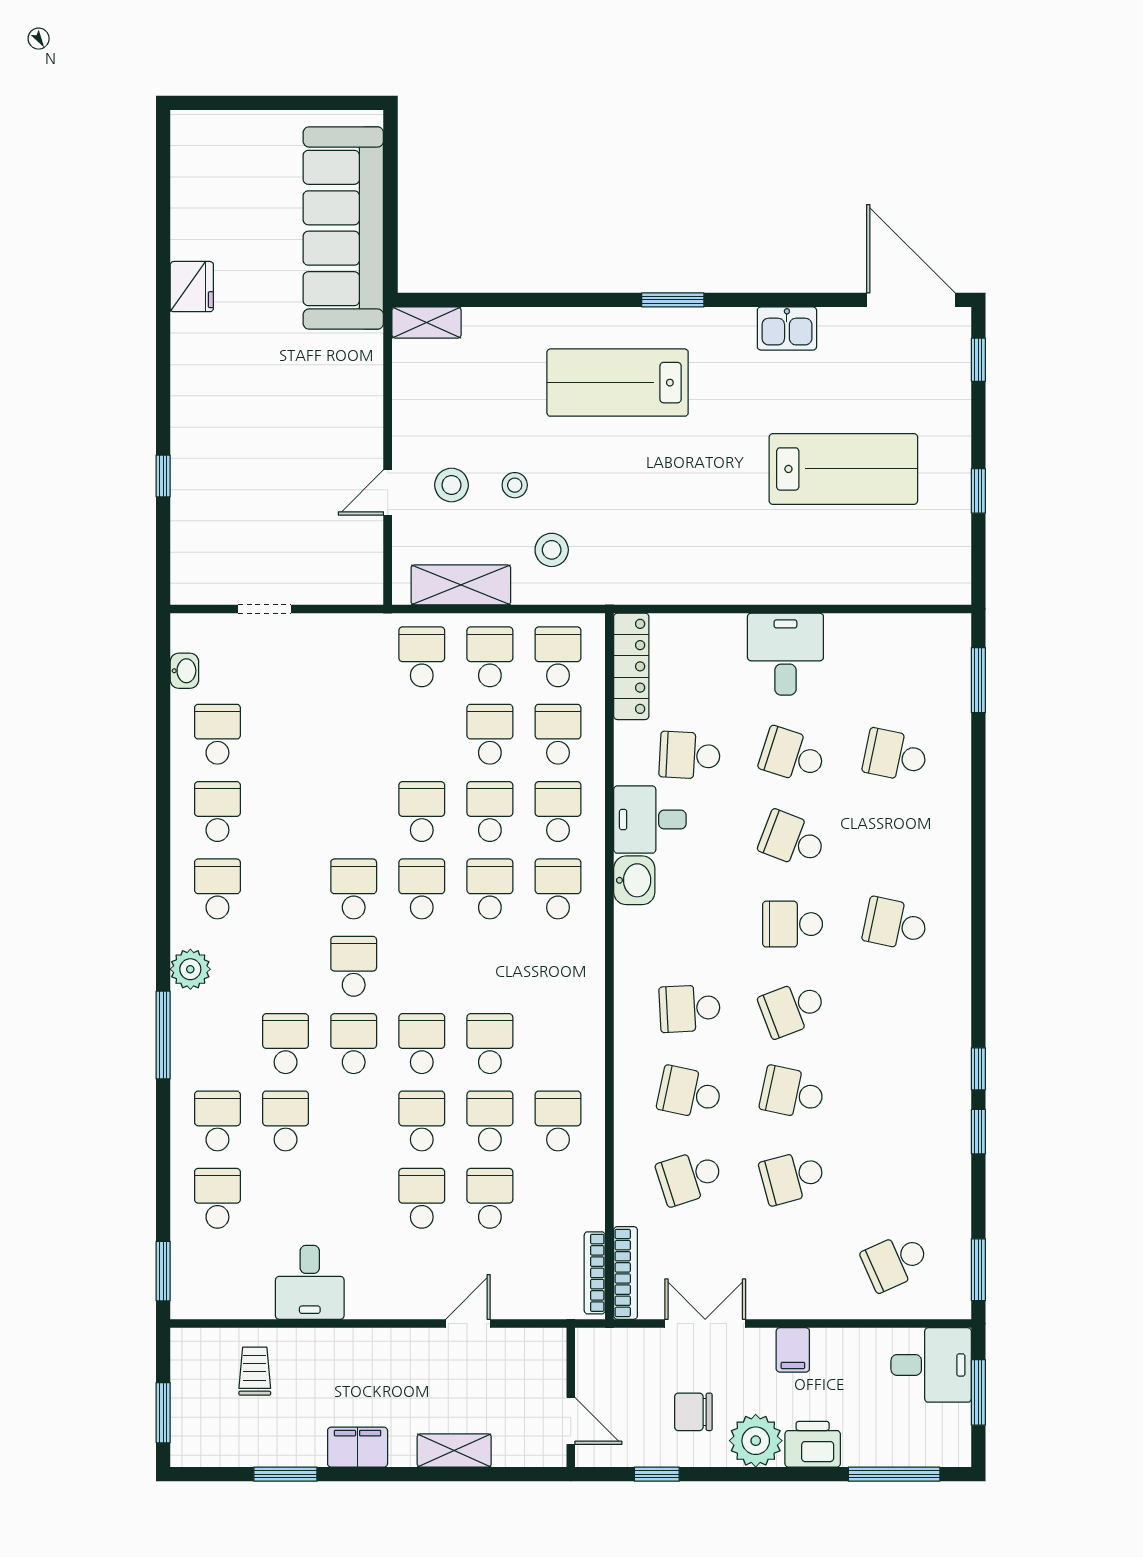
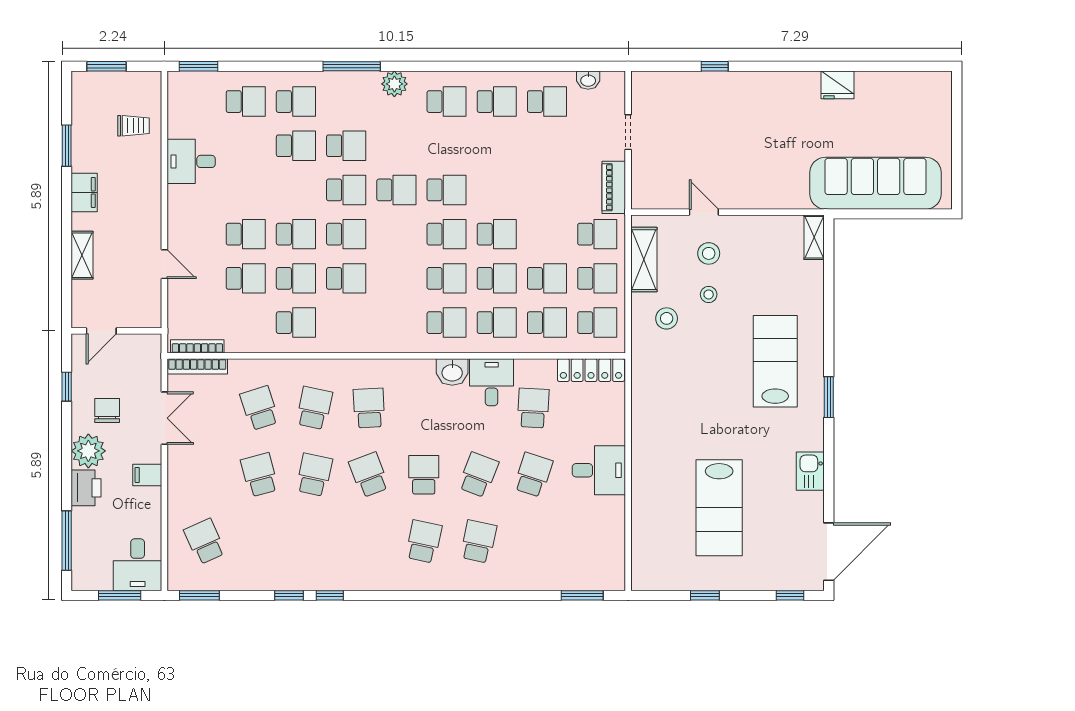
piano: (350, 631) -> (614, 187), added
school desk: (895, 755) -> (478, 541), moved

